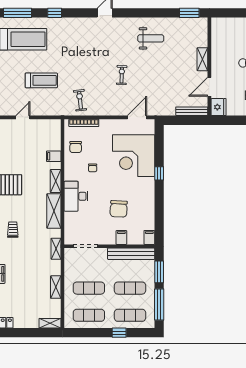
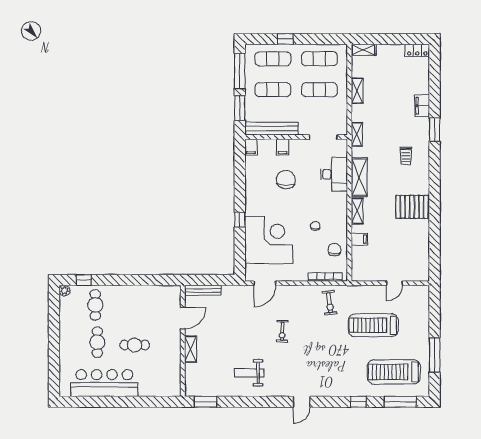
treadmill: (41, 80) -> (373, 325), width x1.37, depth x1.38
fridge: (219, 107) -> (172, 295), removed
desk: (76, 196) -> (334, 174), moved

